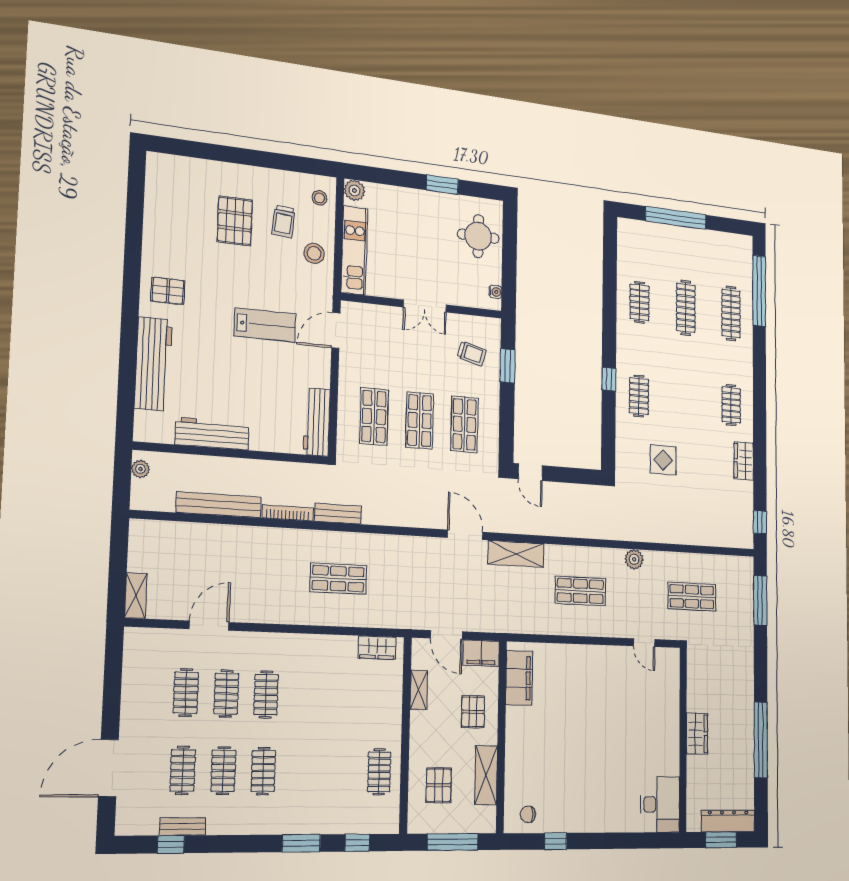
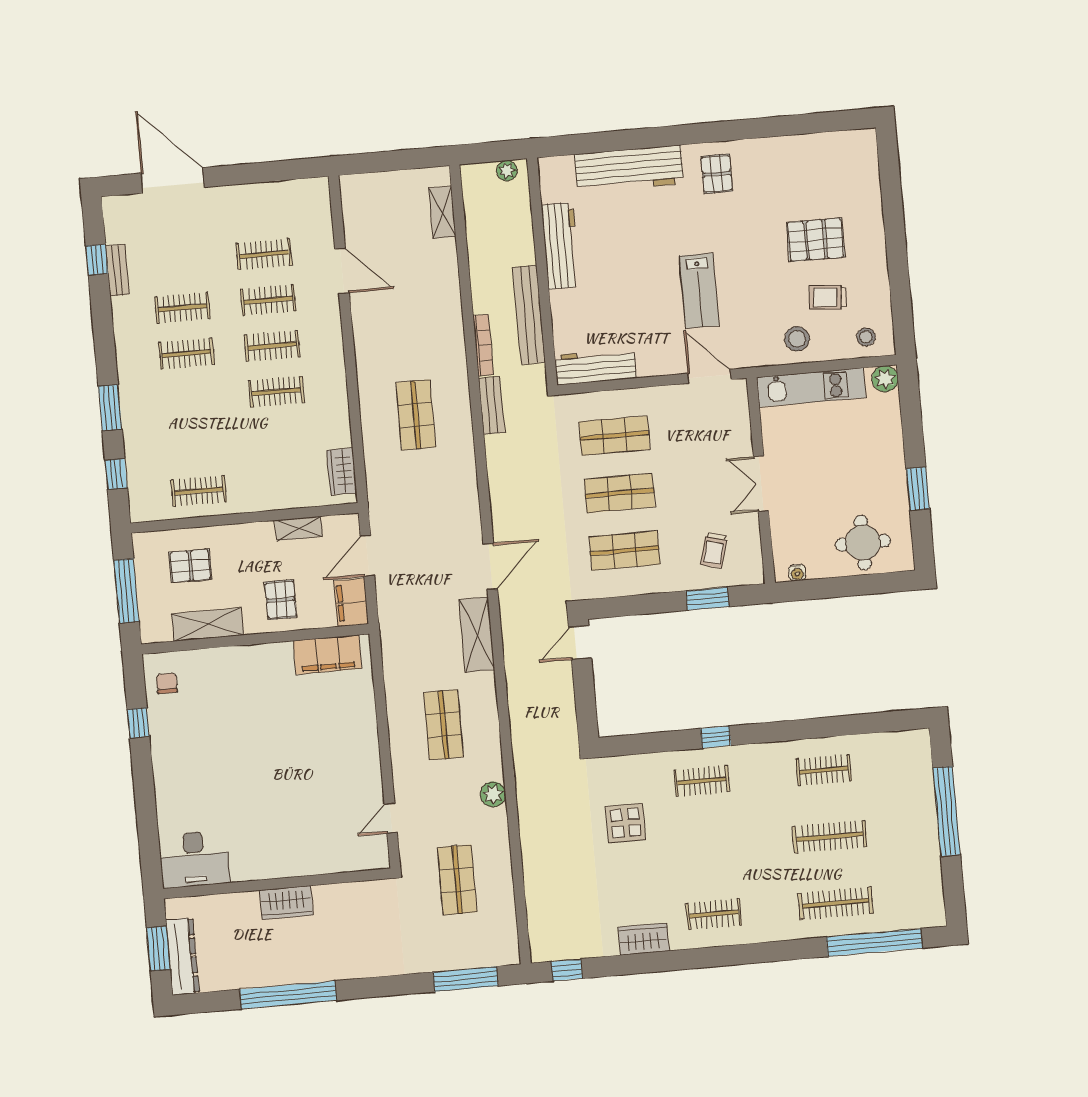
bench: (219, 505) -> (529, 315), moved
shelving: (136, 596) -> (442, 212), moved, turned 90
pallet: (473, 712) -> (281, 600), turned 90
clothes rail: (183, 770) -> (276, 392), moved

